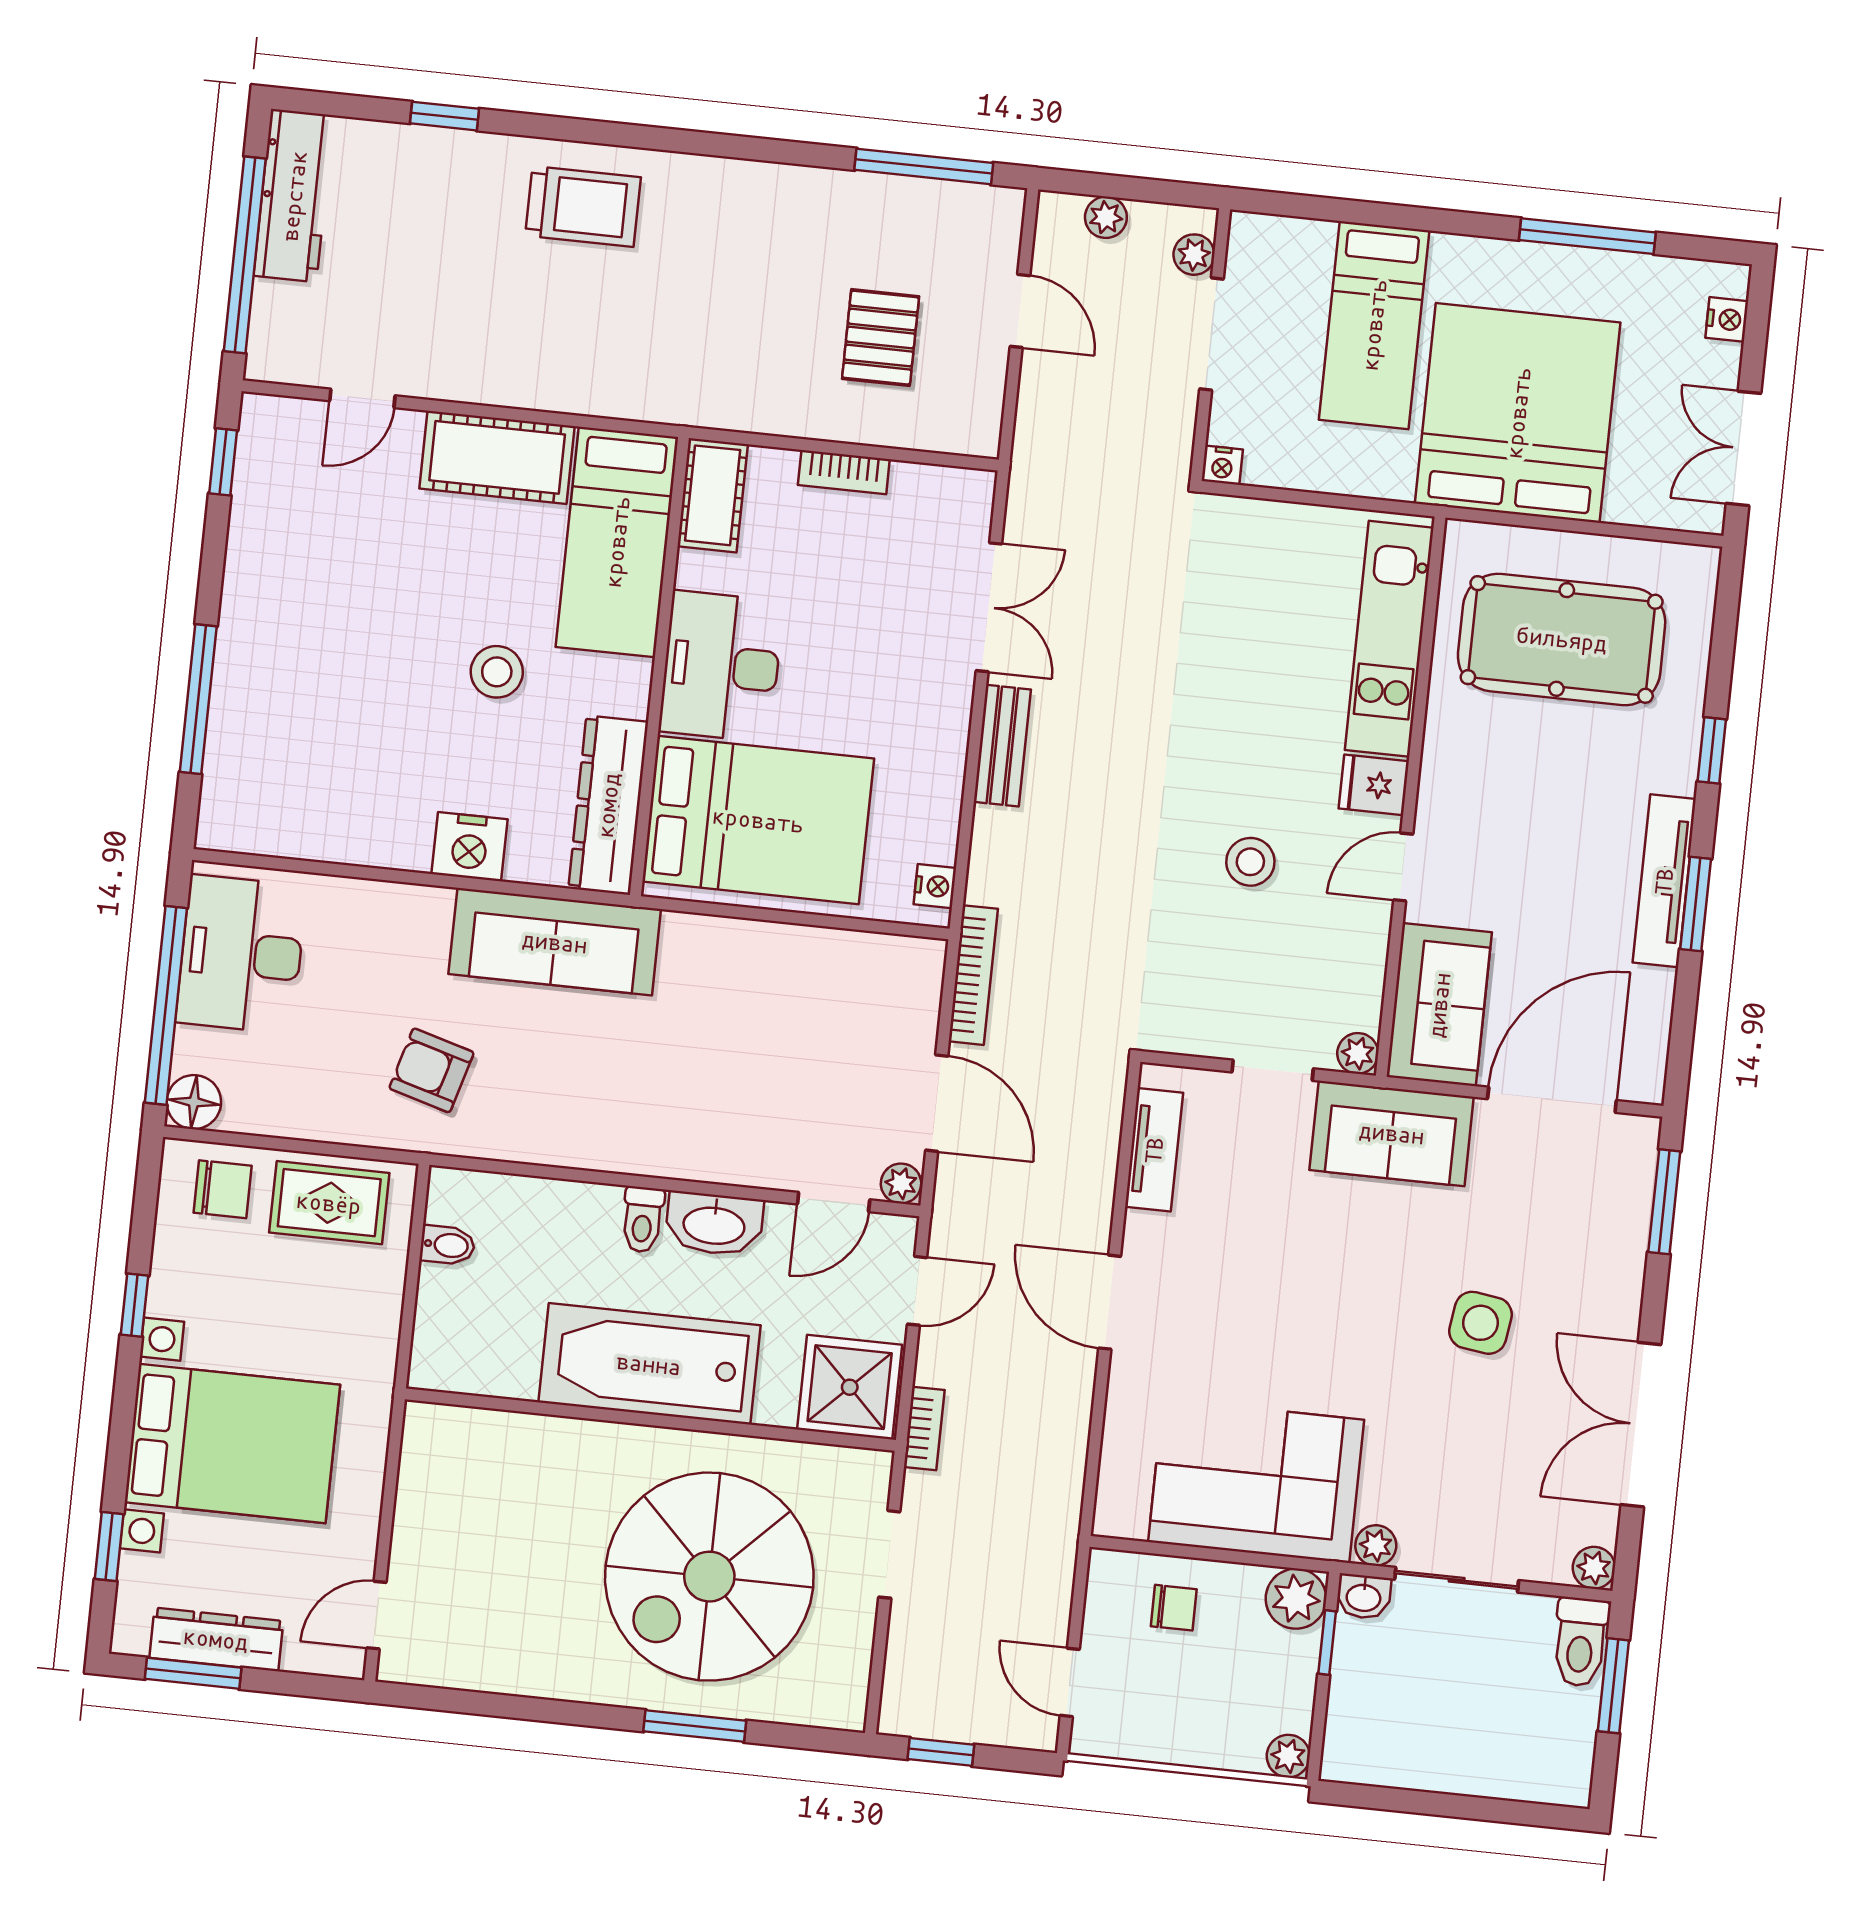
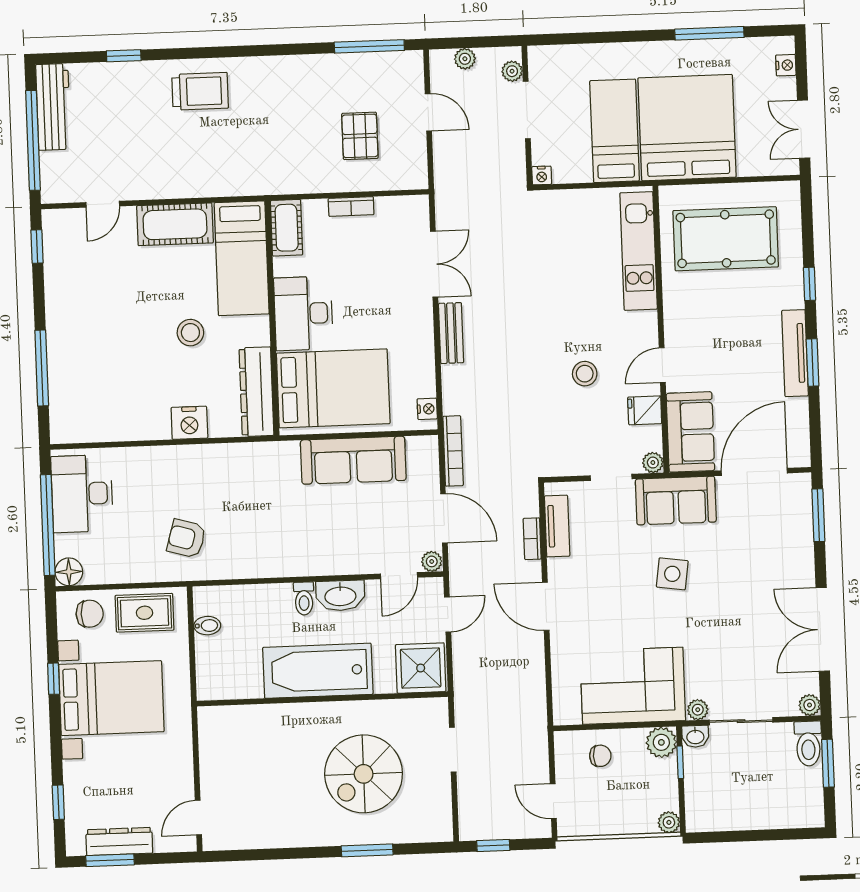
bed: (1374, 325) -> (615, 131), moved, turned 180
fridge: (1374, 785) -> (645, 410), moved
sofa: (555, 942) -> (353, 460), moved
side table: (1481, 1323) -> (672, 574), moved
bookcase: (924, 1428) -> (532, 539), moved, turned 180
bed with nightstands: (232, 1443) -> (111, 698), moved
spiral stairs: (709, 1577) -> (364, 774), width x0.73, depth x0.73

